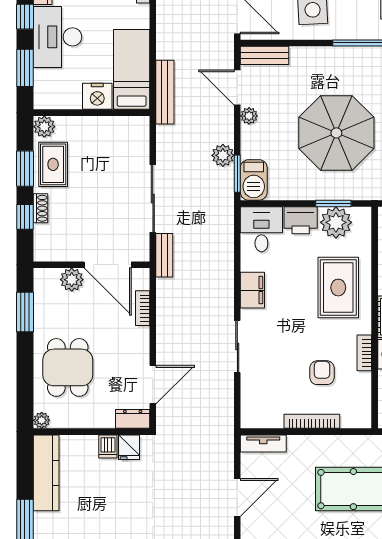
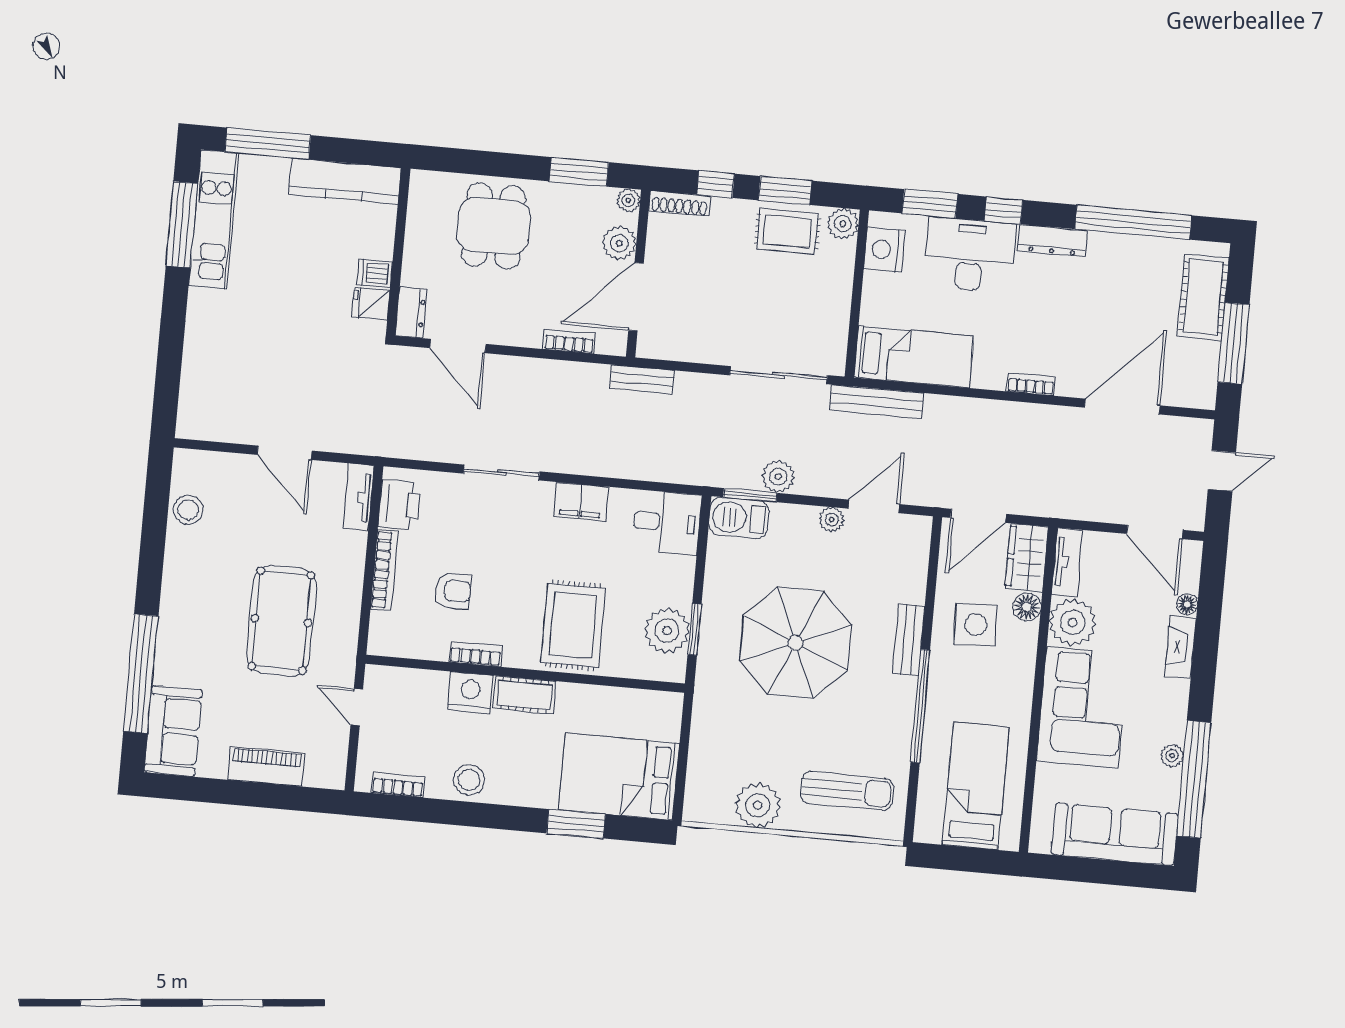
bench: (265, 55) -> (908, 640), moved
nightstand: (97, 96) -> (884, 250), moved
sliding door: (153, 198) -> (779, 375), moved
shoe rack: (41, 208) -> (680, 204), moved, width x1.43
printer: (301, 220) -> (400, 505), moved, turned 180
rug: (338, 288) -> (573, 625), turned 90
dining table: (68, 367) -> (494, 226), turned 90
plant: (42, 420) -> (628, 200), moved

